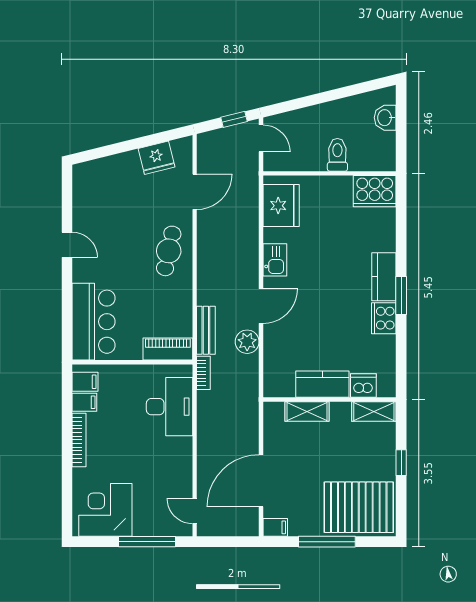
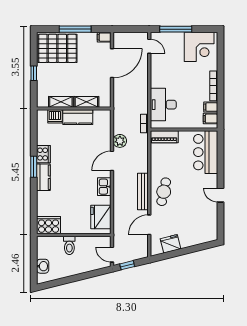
bench: (206, 330) -> (143, 192), moved, width x1.36
shelving: (374, 412) -> (61, 102), moved

